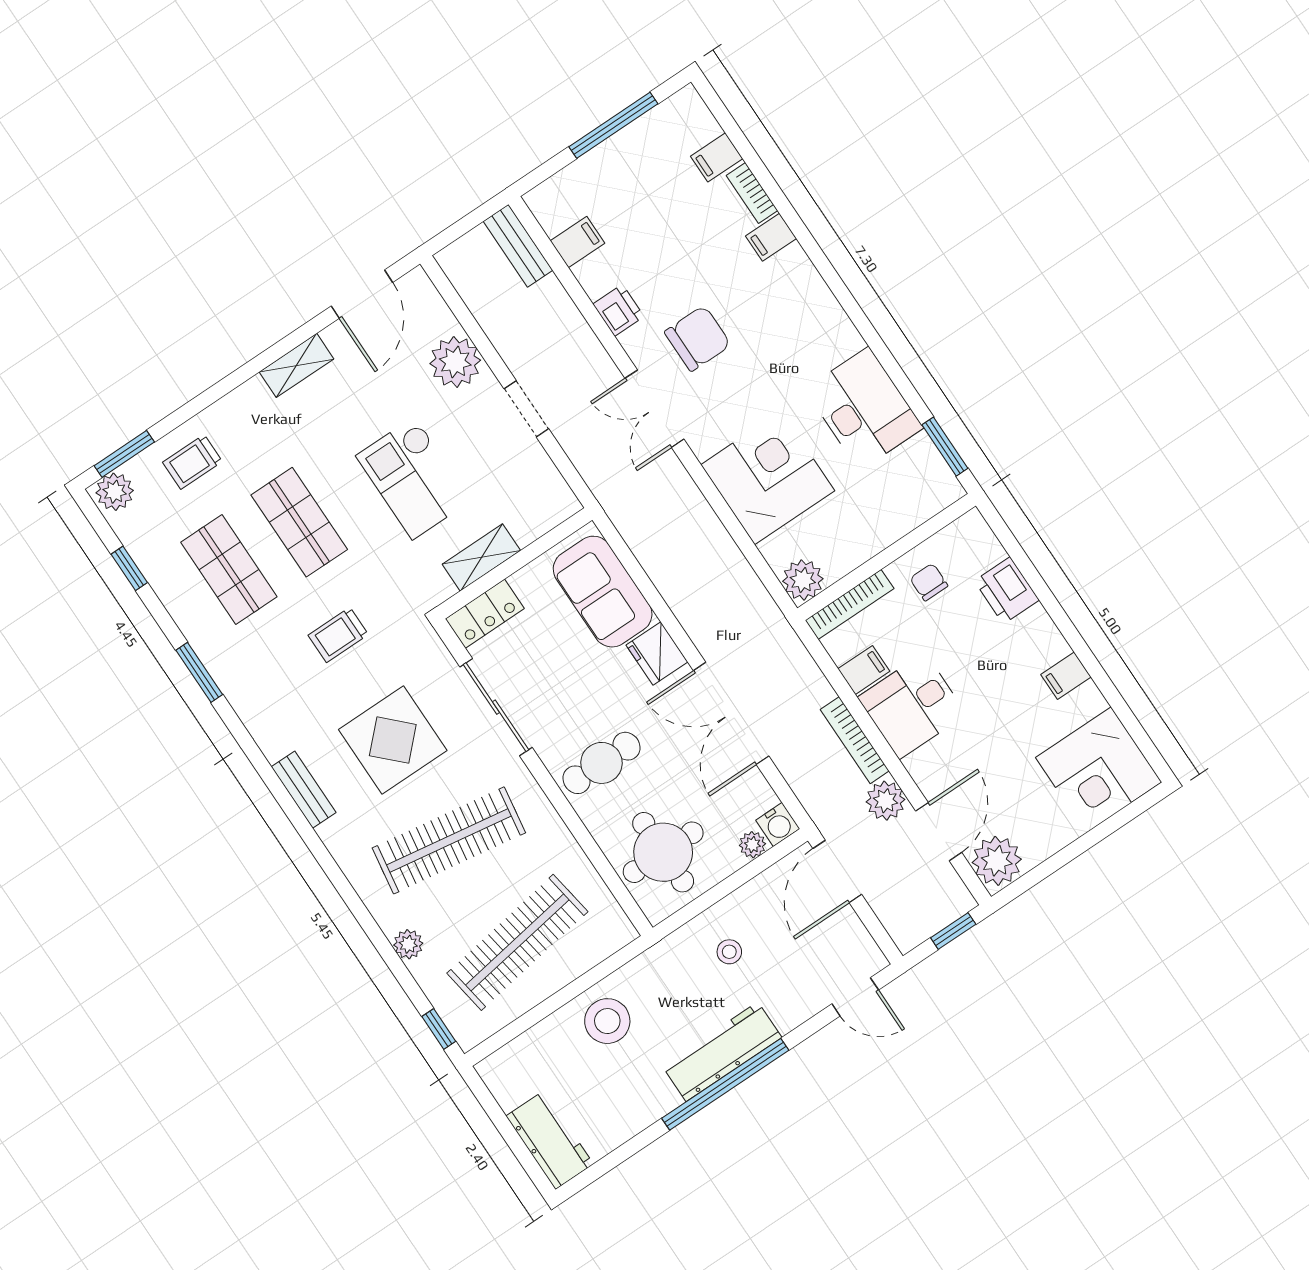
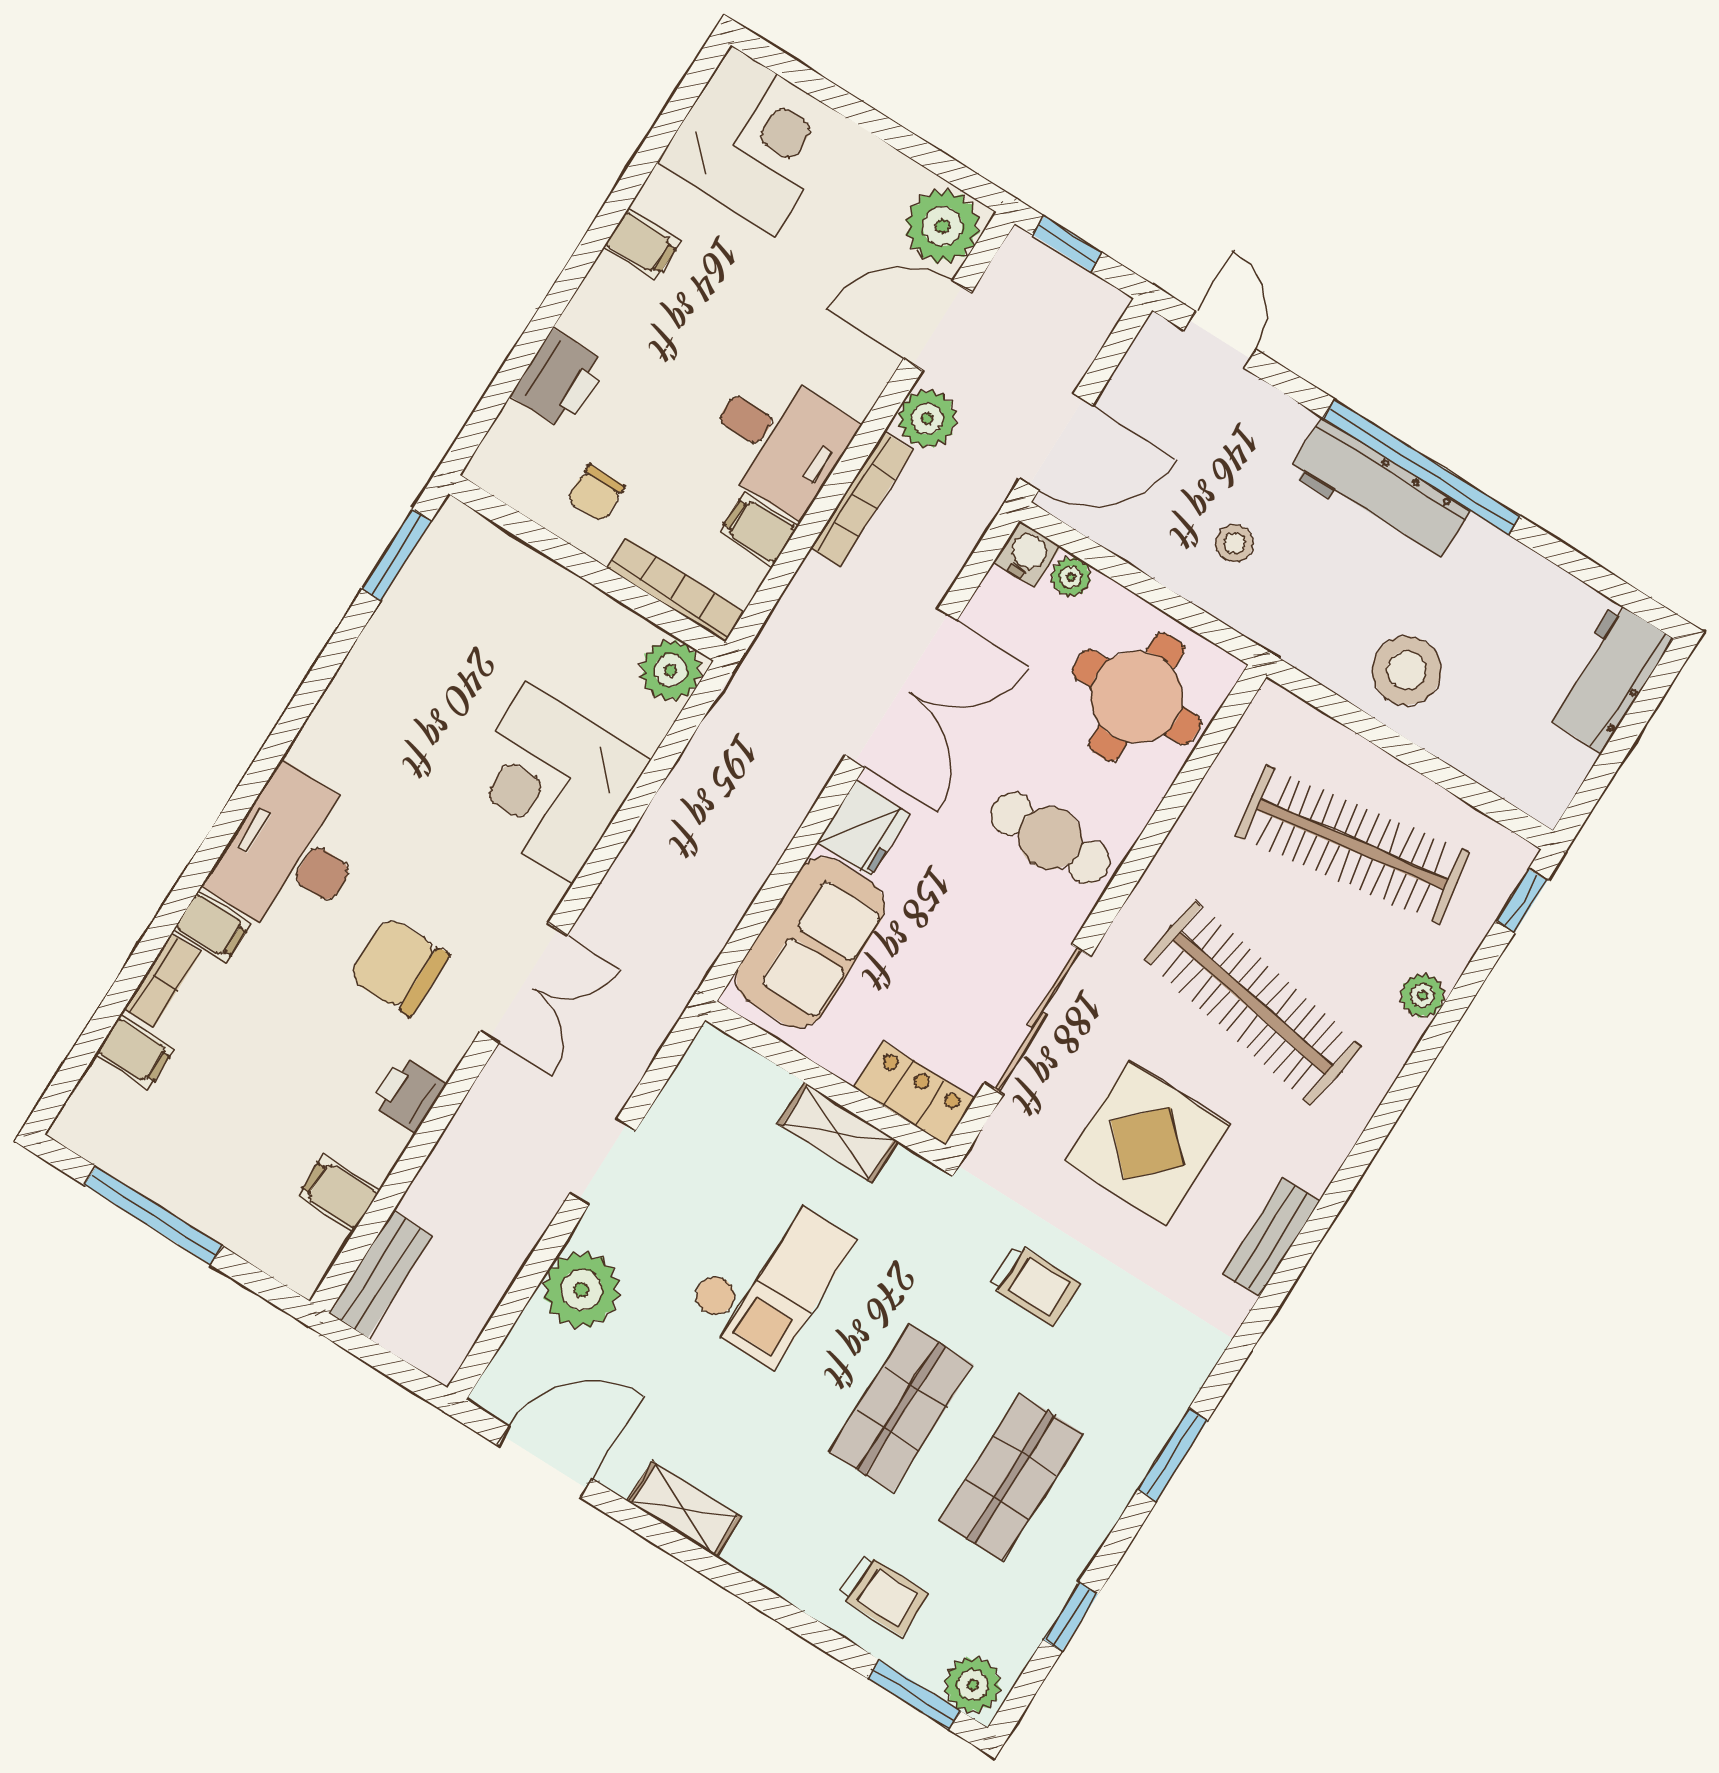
desk: (864, 409) -> (291, 854), moved

